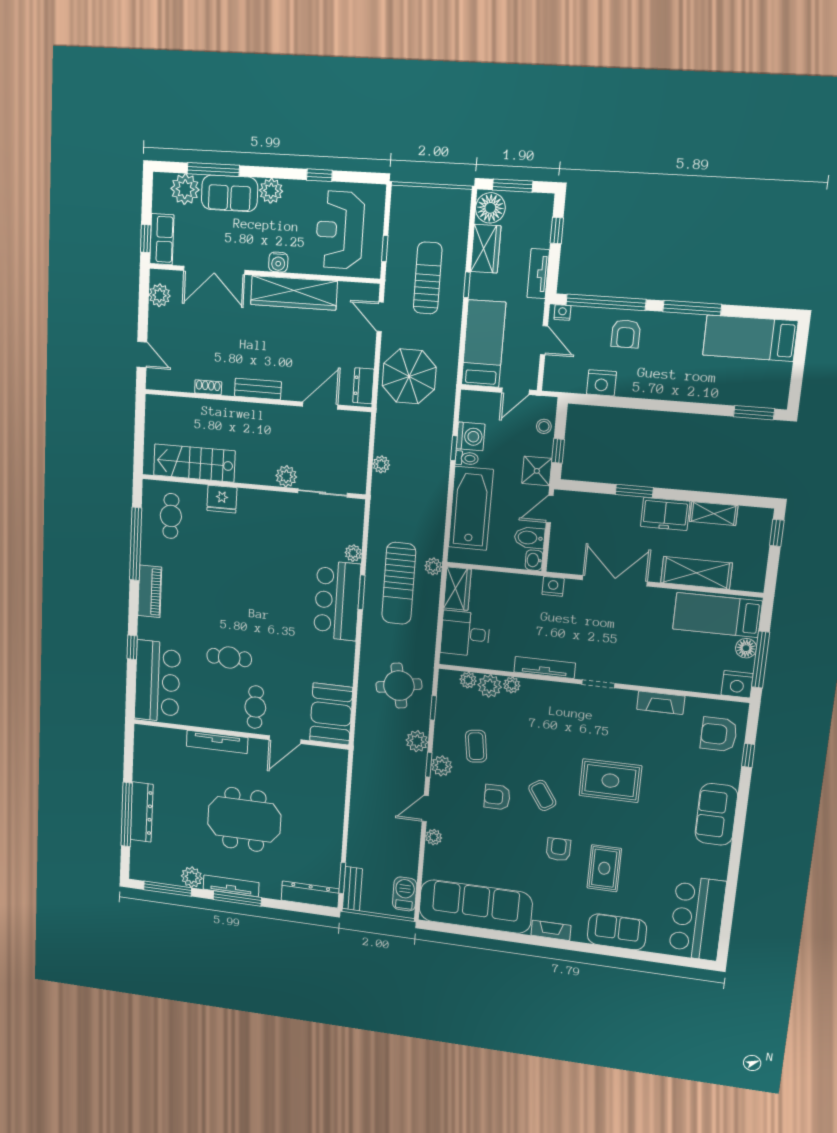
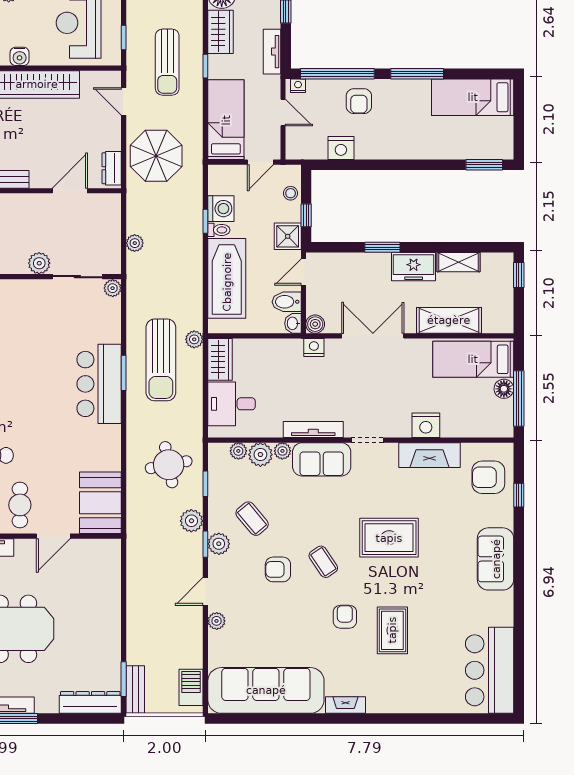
sun lounger: (428, 278) -> (167, 62), turned 180
plant: (353, 553) -> (113, 288), moved
boiler: (557, 563) -> (315, 324), added
nightstand: (737, 684) -> (426, 425), moved
fireplace: (661, 703) -> (430, 455), width x1.37, depth x1.32
coffee table: (476, 746) -> (252, 519), turned -32
sofa: (617, 932) -> (322, 459), moved, turned 180

